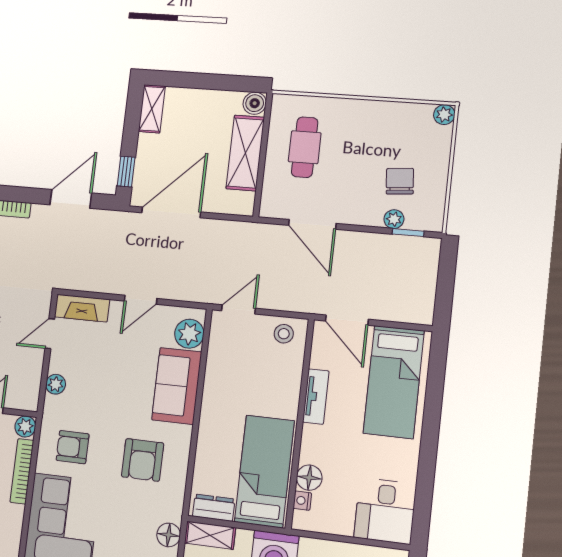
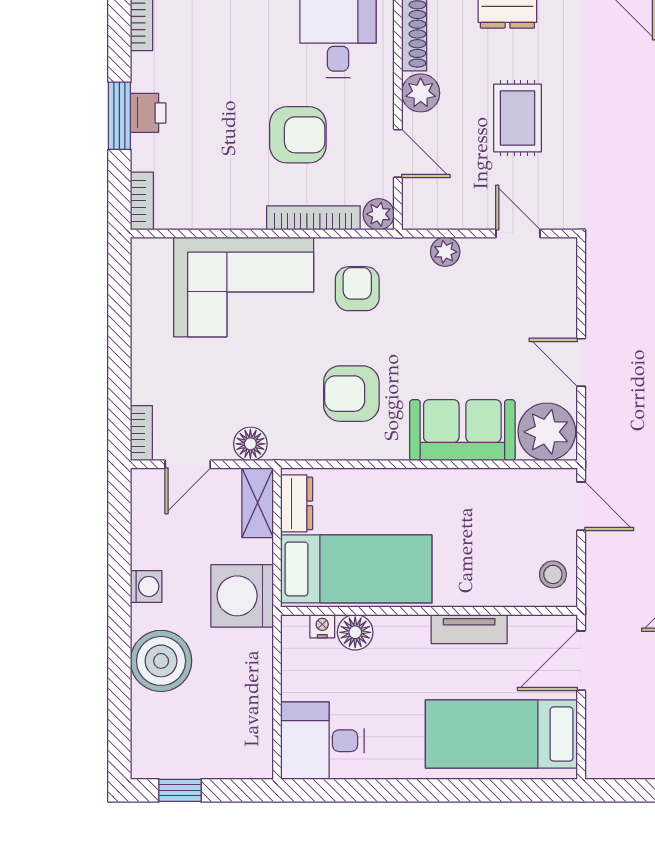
fireplace: (82, 308) -> (560, 277), removed
plant: (189, 334) -> (547, 432), width x1.36, depth x1.36

